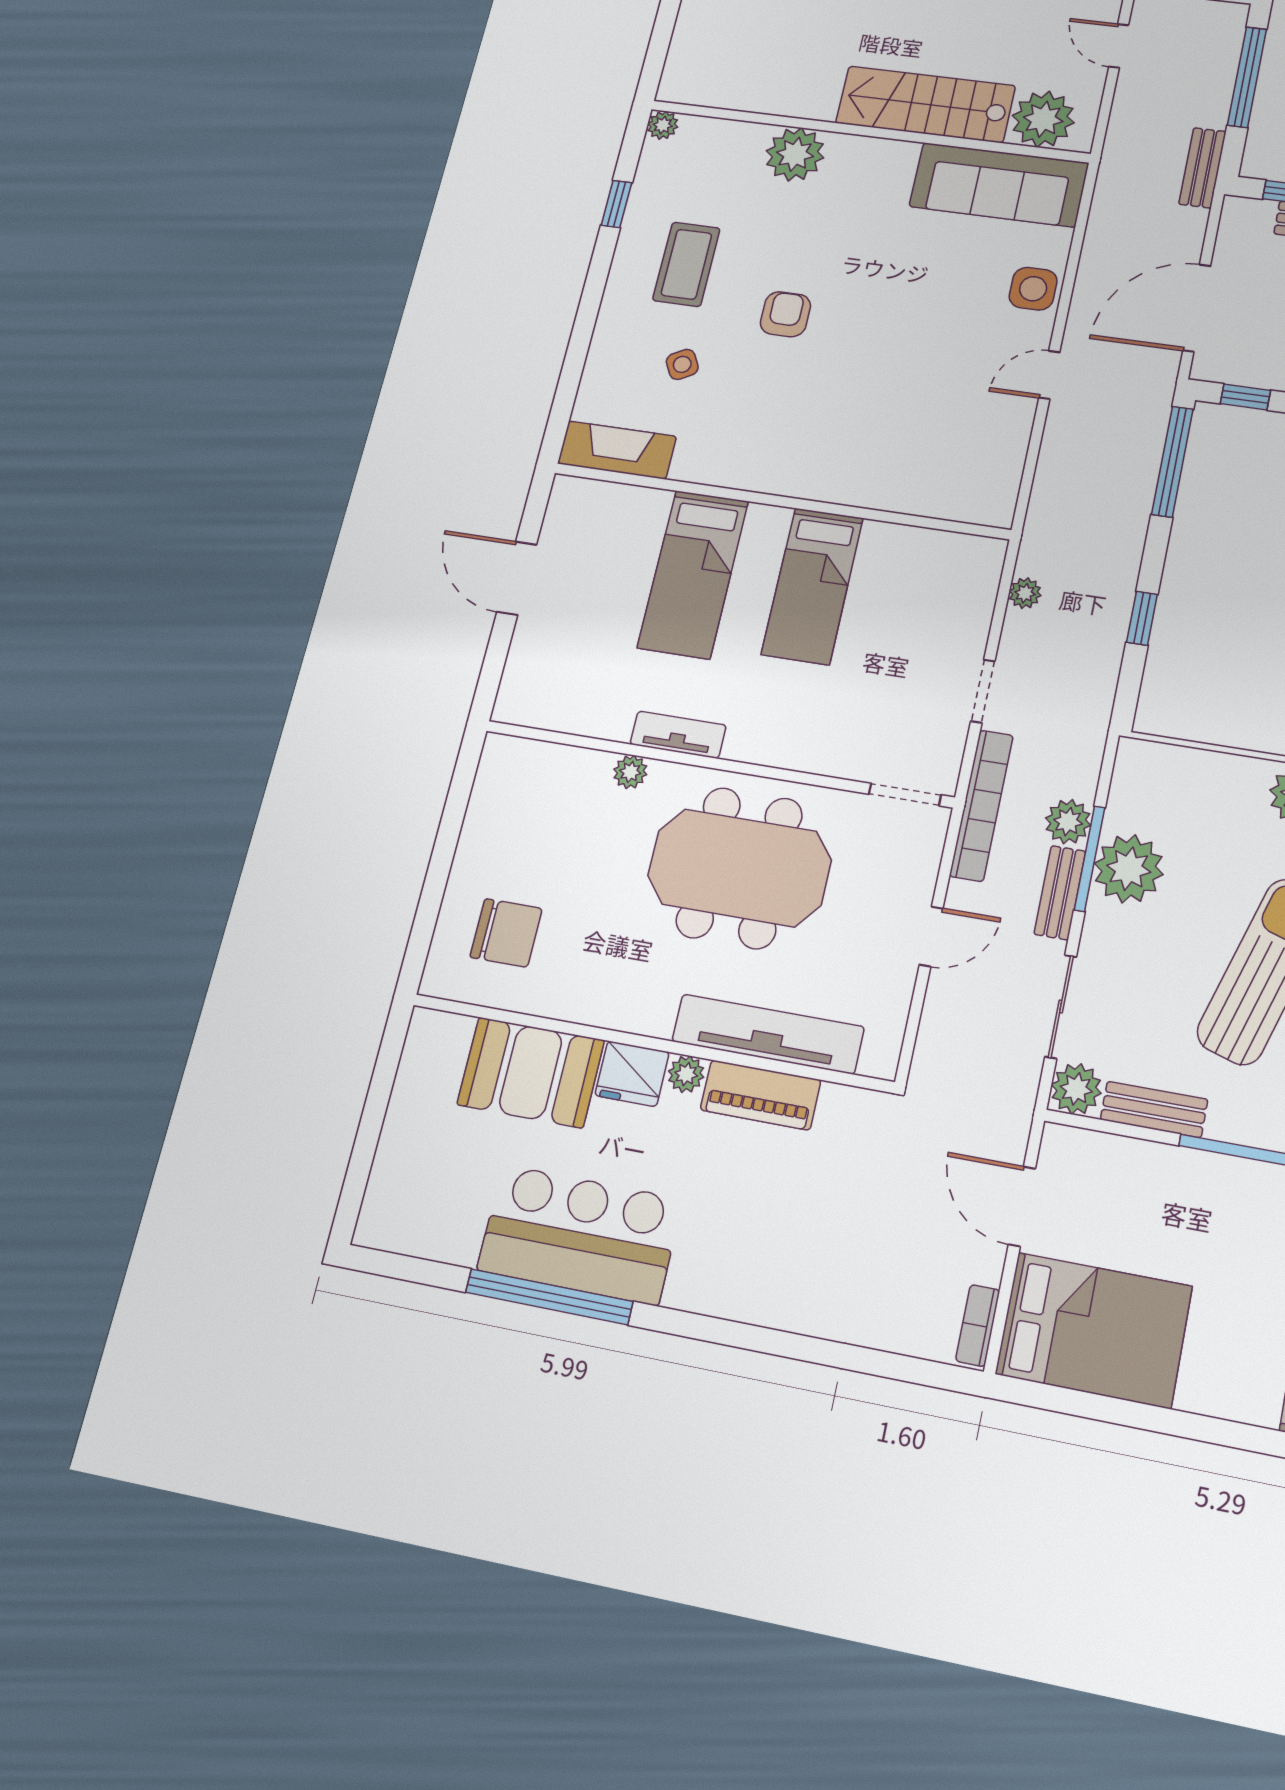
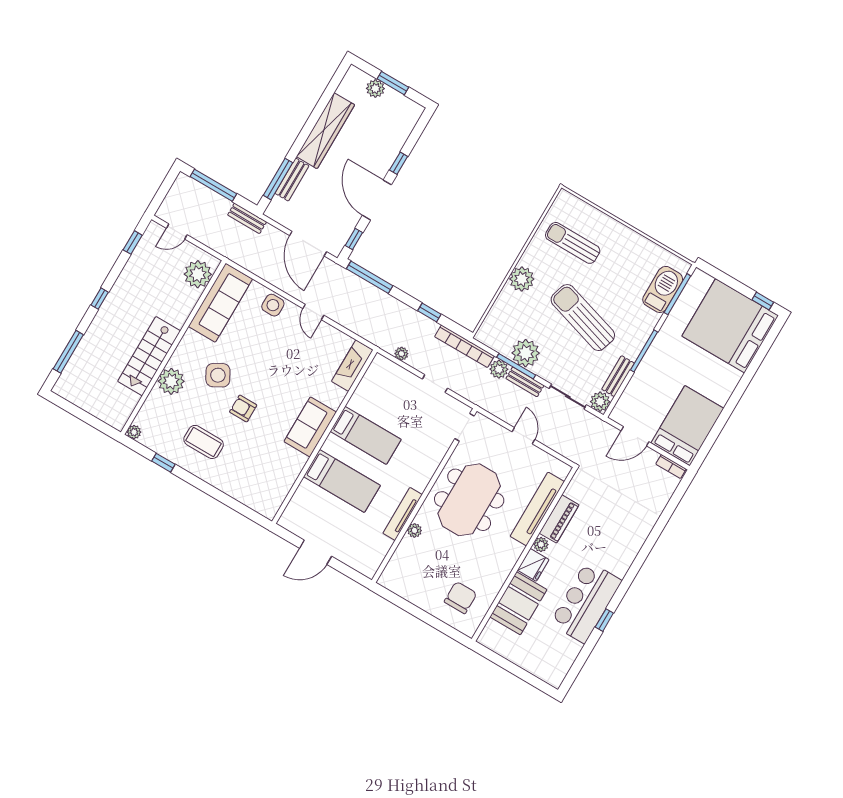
stairs: (925, 104) -> (149, 356), moved
side table: (682, 364) -> (218, 375), moved, width x1.87, depth x1.87
fireplace: (617, 450) -> (352, 366), moved
sofa: (792, 464) -> (310, 427), added
tv unit: (678, 735) -> (403, 514), width x1.41
bookcase: (981, 805) -> (464, 346), moved, turned 180
window: (549, 1297) -> (604, 620), width x0.32

